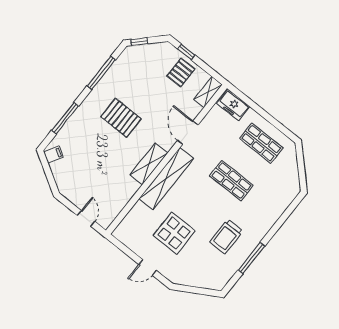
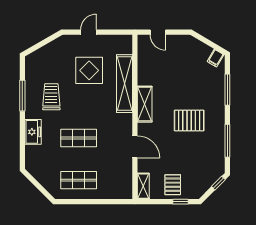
freezer: (233, 105) -> (33, 132), moved, turned 90
shelving: (166, 178) -> (124, 84), moved

